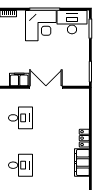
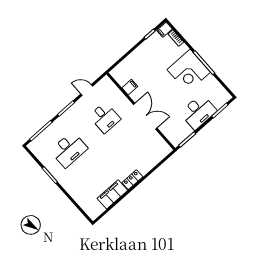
desk: (72, 22) -> (198, 112), moved, turned 90
filing cabinet: (19, 80) -> (130, 87), width x0.50
desk: (20, 165) -> (69, 149), width x1.37

